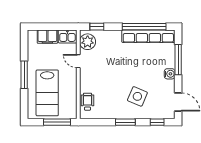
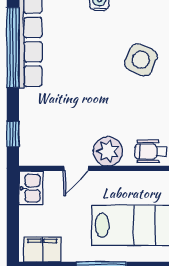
filing cabinet: (47, 37) -> (42, 249), moved, turned -90
plant: (88, 42) -> (108, 151), moved

